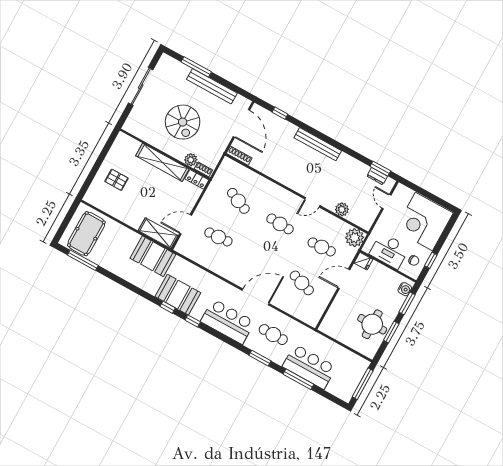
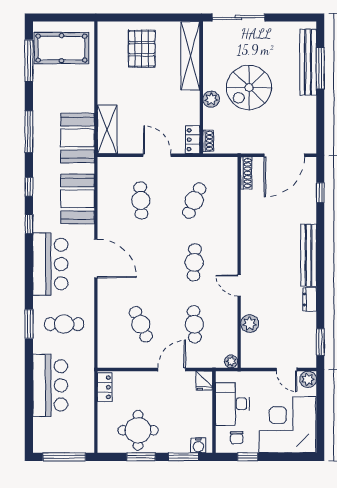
sliding door: (141, 86) -> (238, 17), moved
bench: (212, 86) -> (308, 62), moved
plant: (191, 160) -> (211, 99), moved
shelving: (162, 162) -> (190, 56), moved
dresser: (377, 176) -> (310, 299), moved
pallet: (117, 180) -> (142, 49), width x1.50, depth x1.42
plant: (401, 191) -> (308, 379), added
door: (386, 202) -> (287, 369), swing flipped
door: (186, 224) -> (157, 155), moved
plant: (355, 238) -> (231, 361), width x0.53, depth x0.53
door: (344, 279) -> (172, 369), hinge flipped
cafe table: (302, 283) -> (141, 324), turned -42
booth: (178, 295) -> (78, 199), moved
door: (256, 297) -> (96, 258), moved
locker: (331, 331) -> (105, 387), added
cafe table: (273, 335) -> (64, 324), turned 90
window: (298, 379) -> (29, 132), moved

